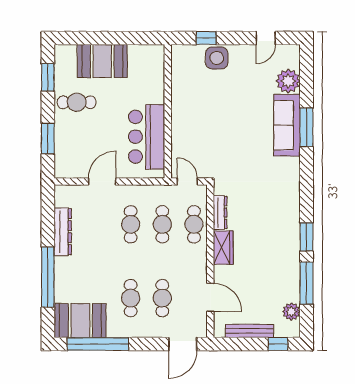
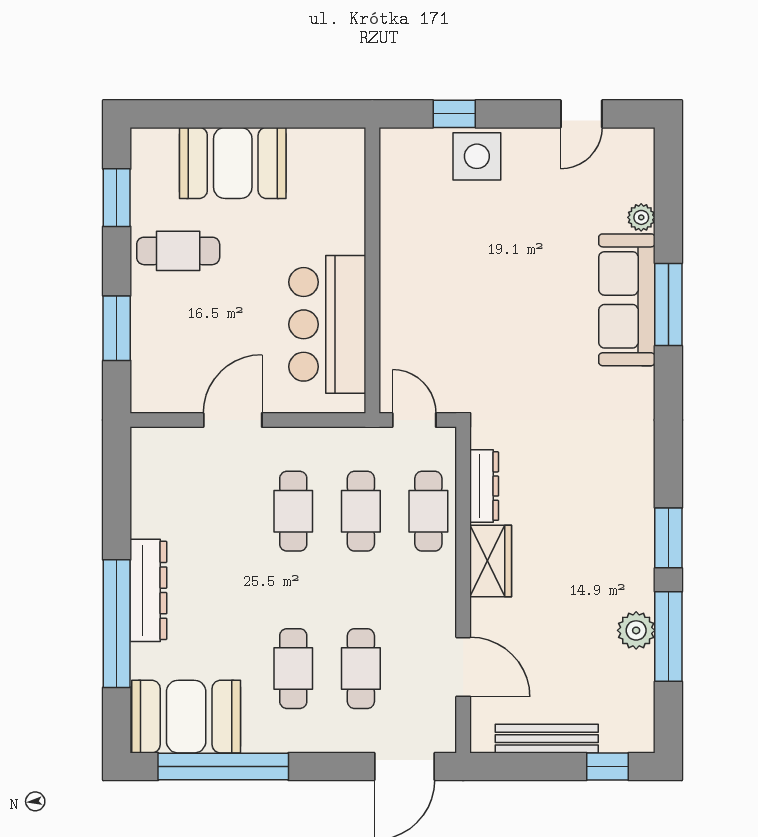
plant: (288, 81) -> (641, 217), width x0.53, depth x0.53
dresser: (63, 232) -> (148, 590), moved
plant: (291, 312) -> (636, 630), moved

